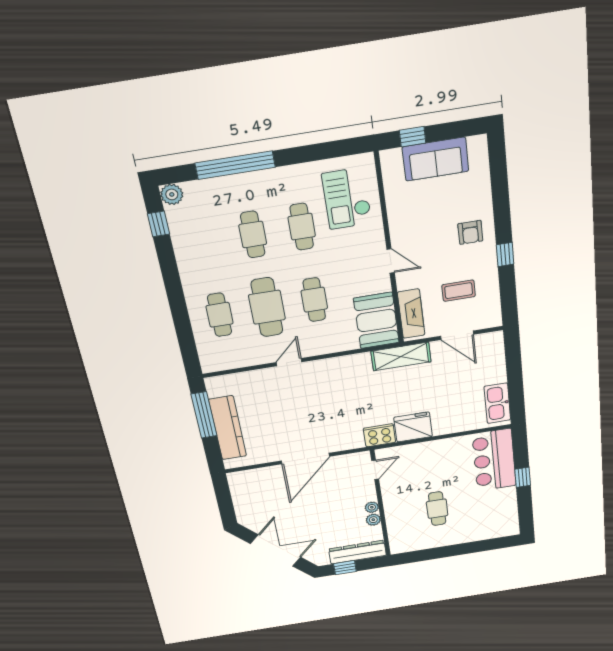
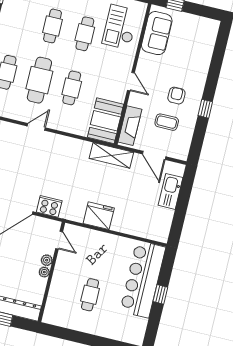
sofa: (436, 159) -> (157, 33), moved, turned -90
armchair: (470, 232) -> (176, 96), moved, turned 180
kitchen sink: (497, 403) -> (170, 191), moved
cooker: (380, 435) -> (49, 206), moved
bar counter: (494, 460) -> (143, 279), width x1.36
door: (375, 470) -> (59, 240), hinge flipped
plant: (373, 520) -> (47, 260), moved

